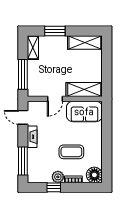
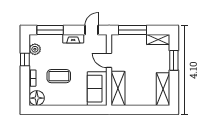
coffee table: (71, 152) -> (59, 76), turned 90
plant: (58, 177) -> (35, 49), moved

